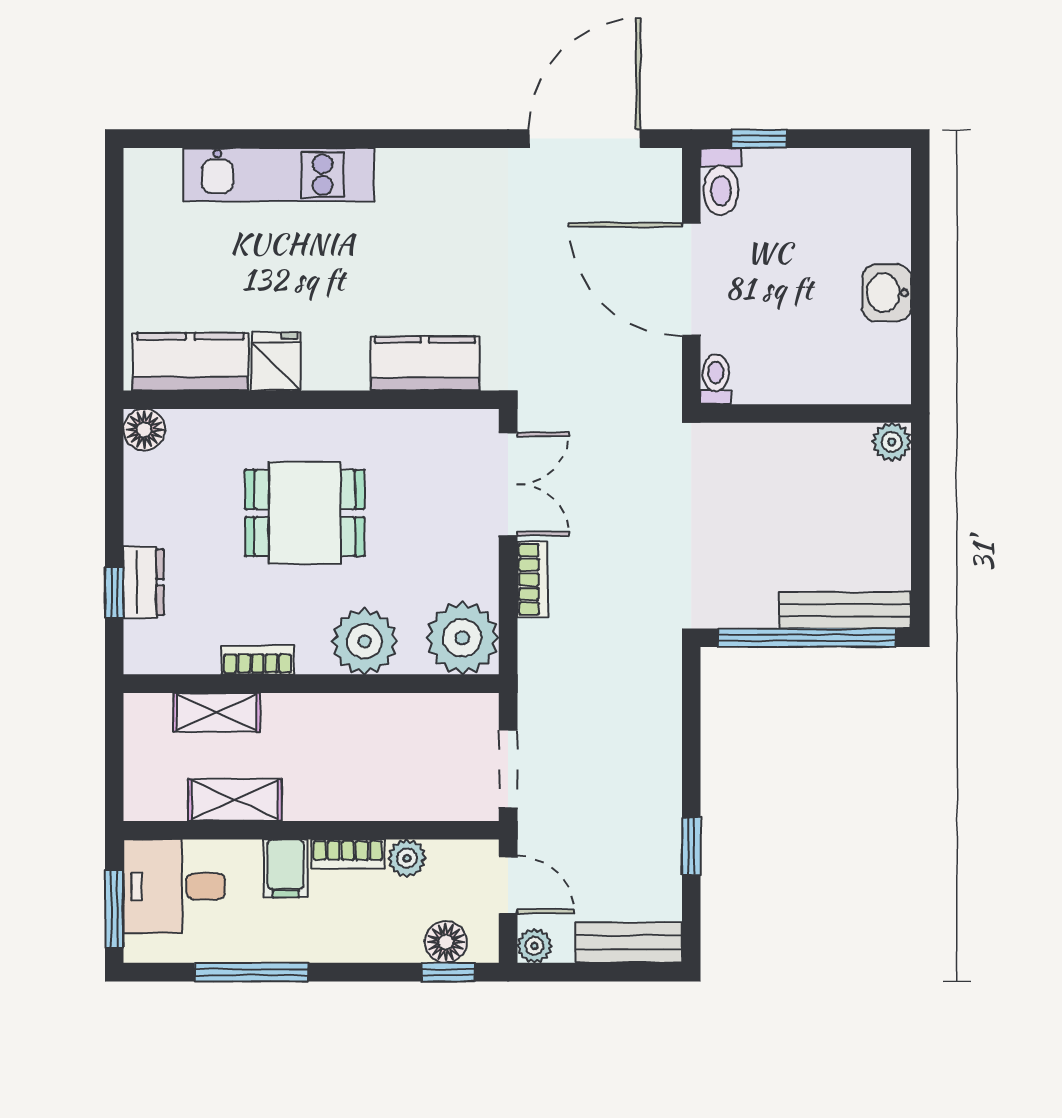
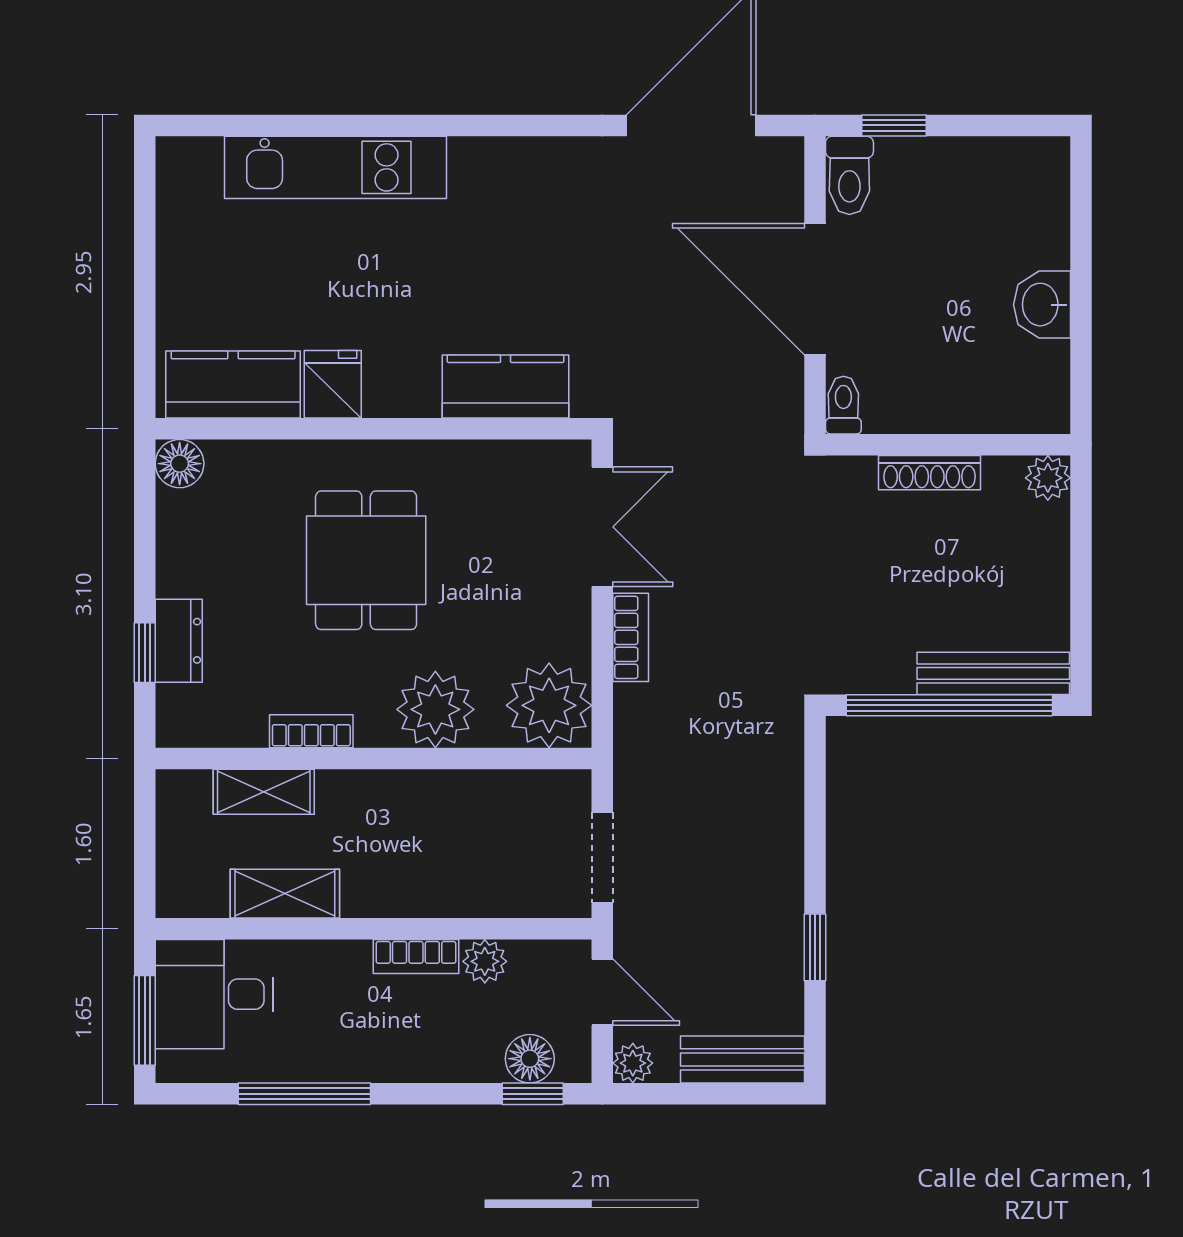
shoe rack: (790, 437) -> (930, 473), added
dining table: (305, 513) -> (366, 560), turned 90
filing cabinet: (286, 868) -> (344, 973), removed

